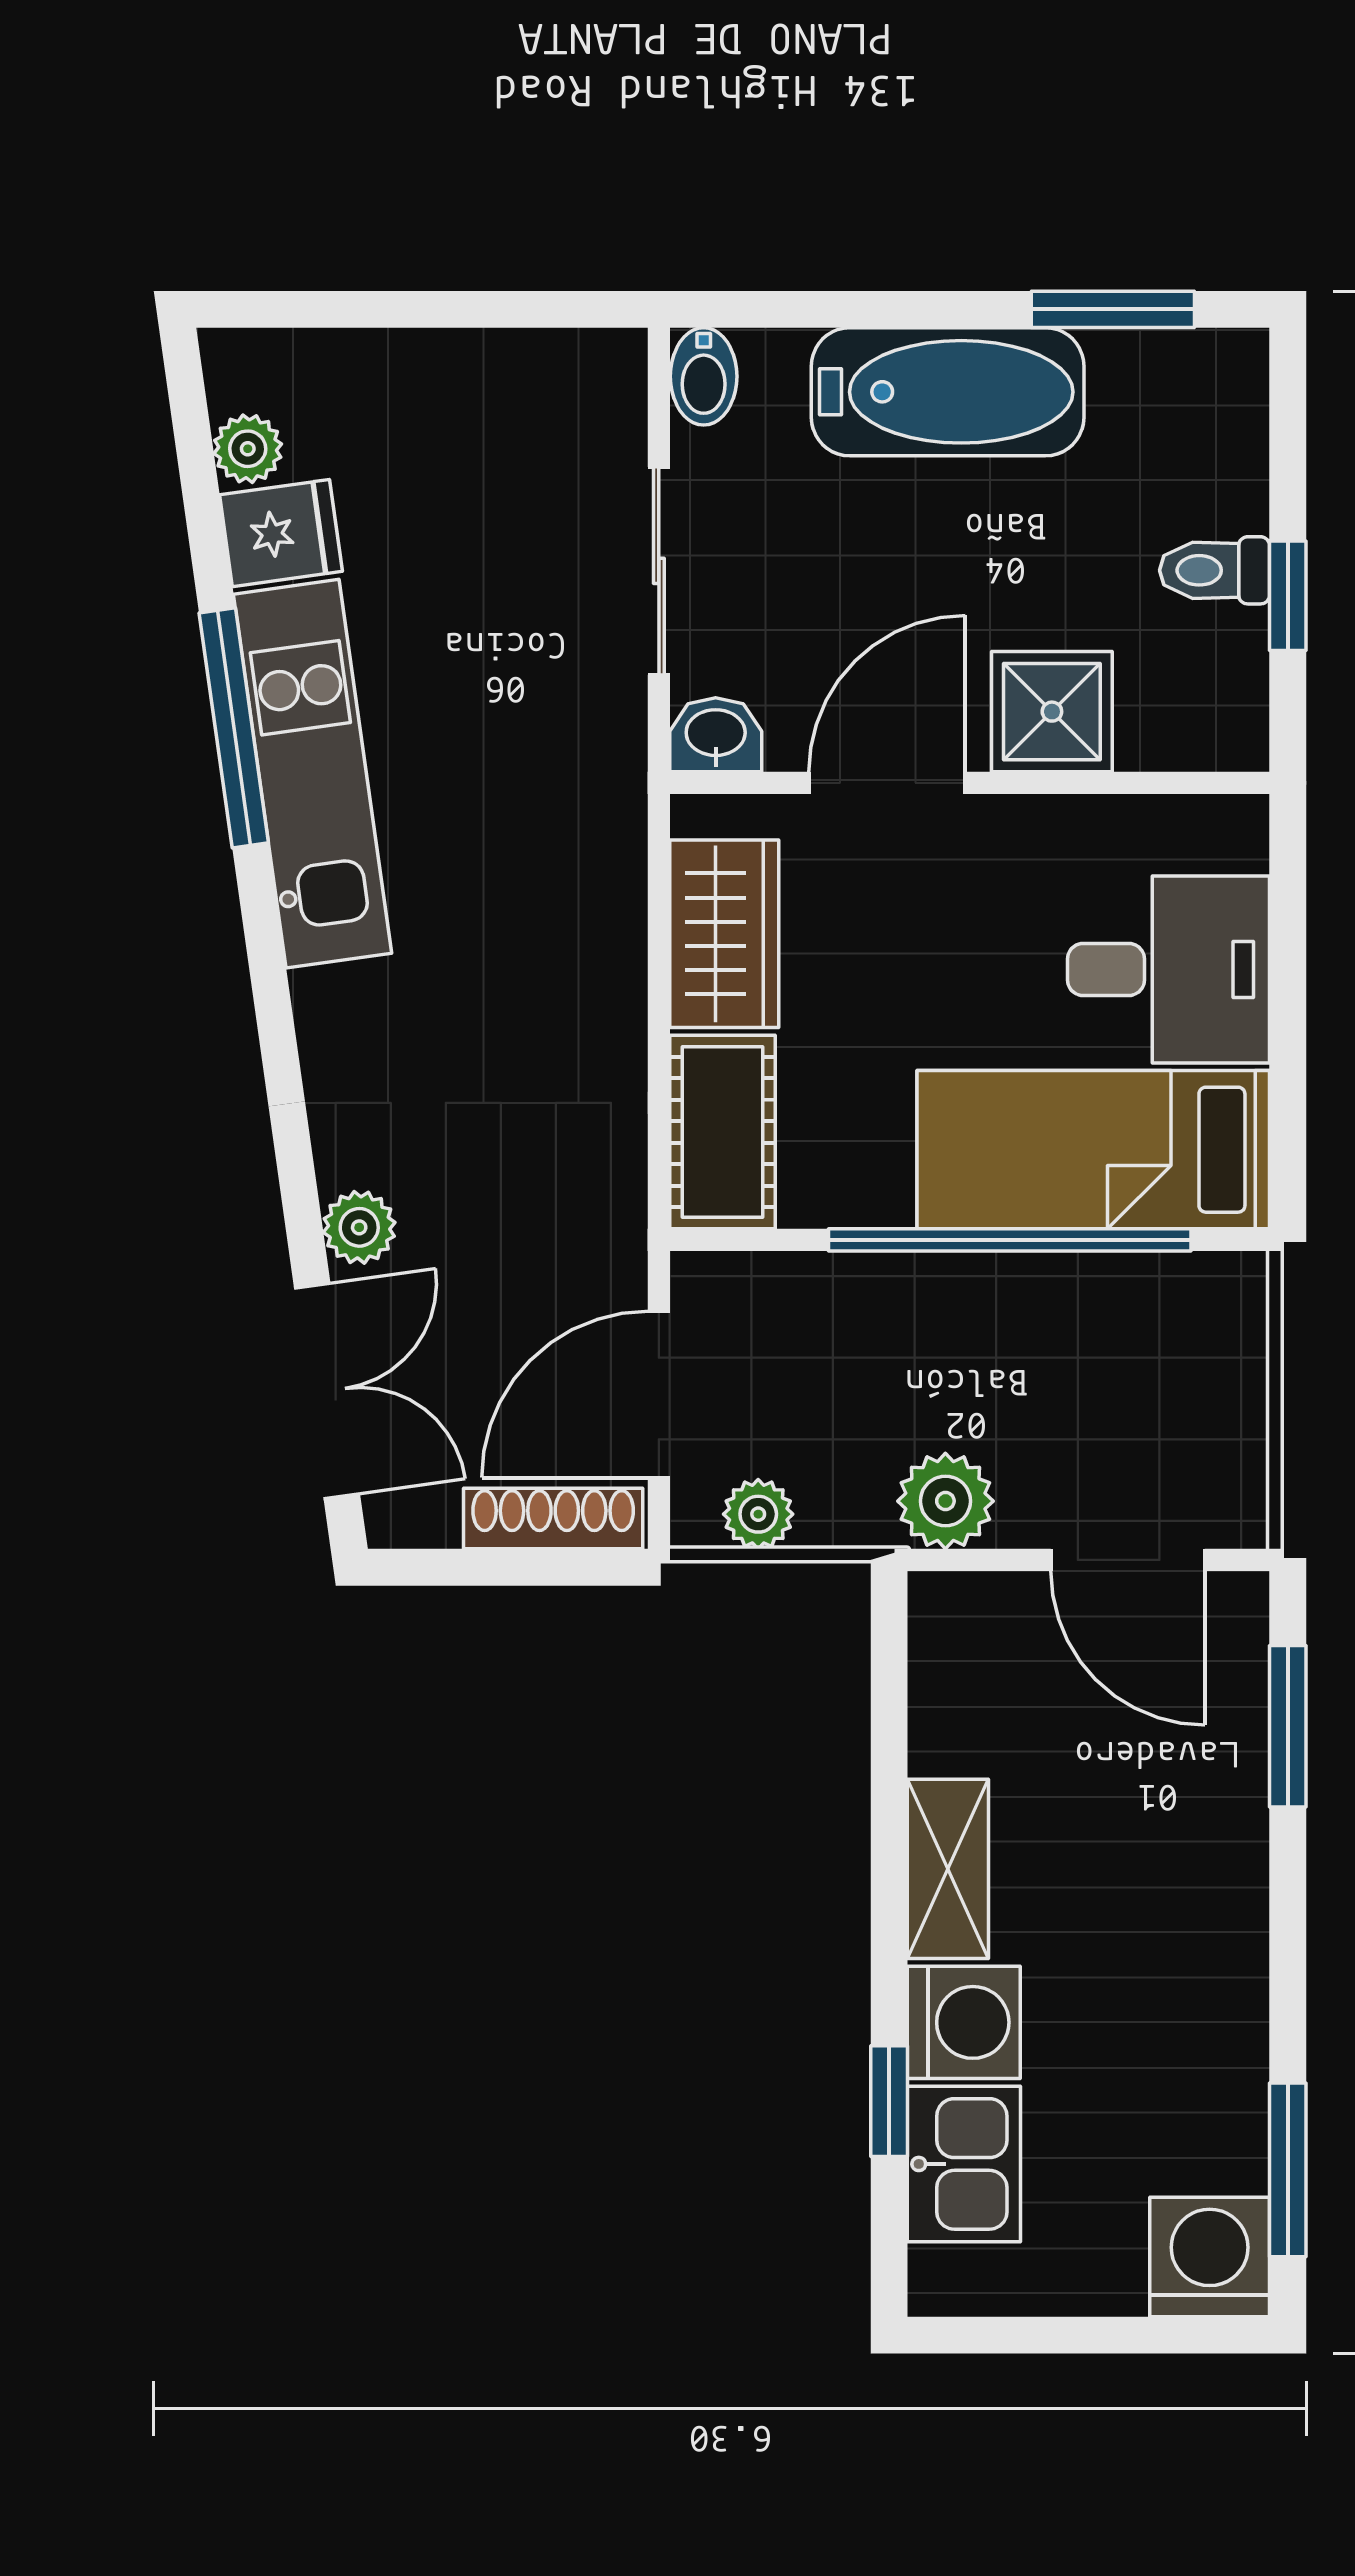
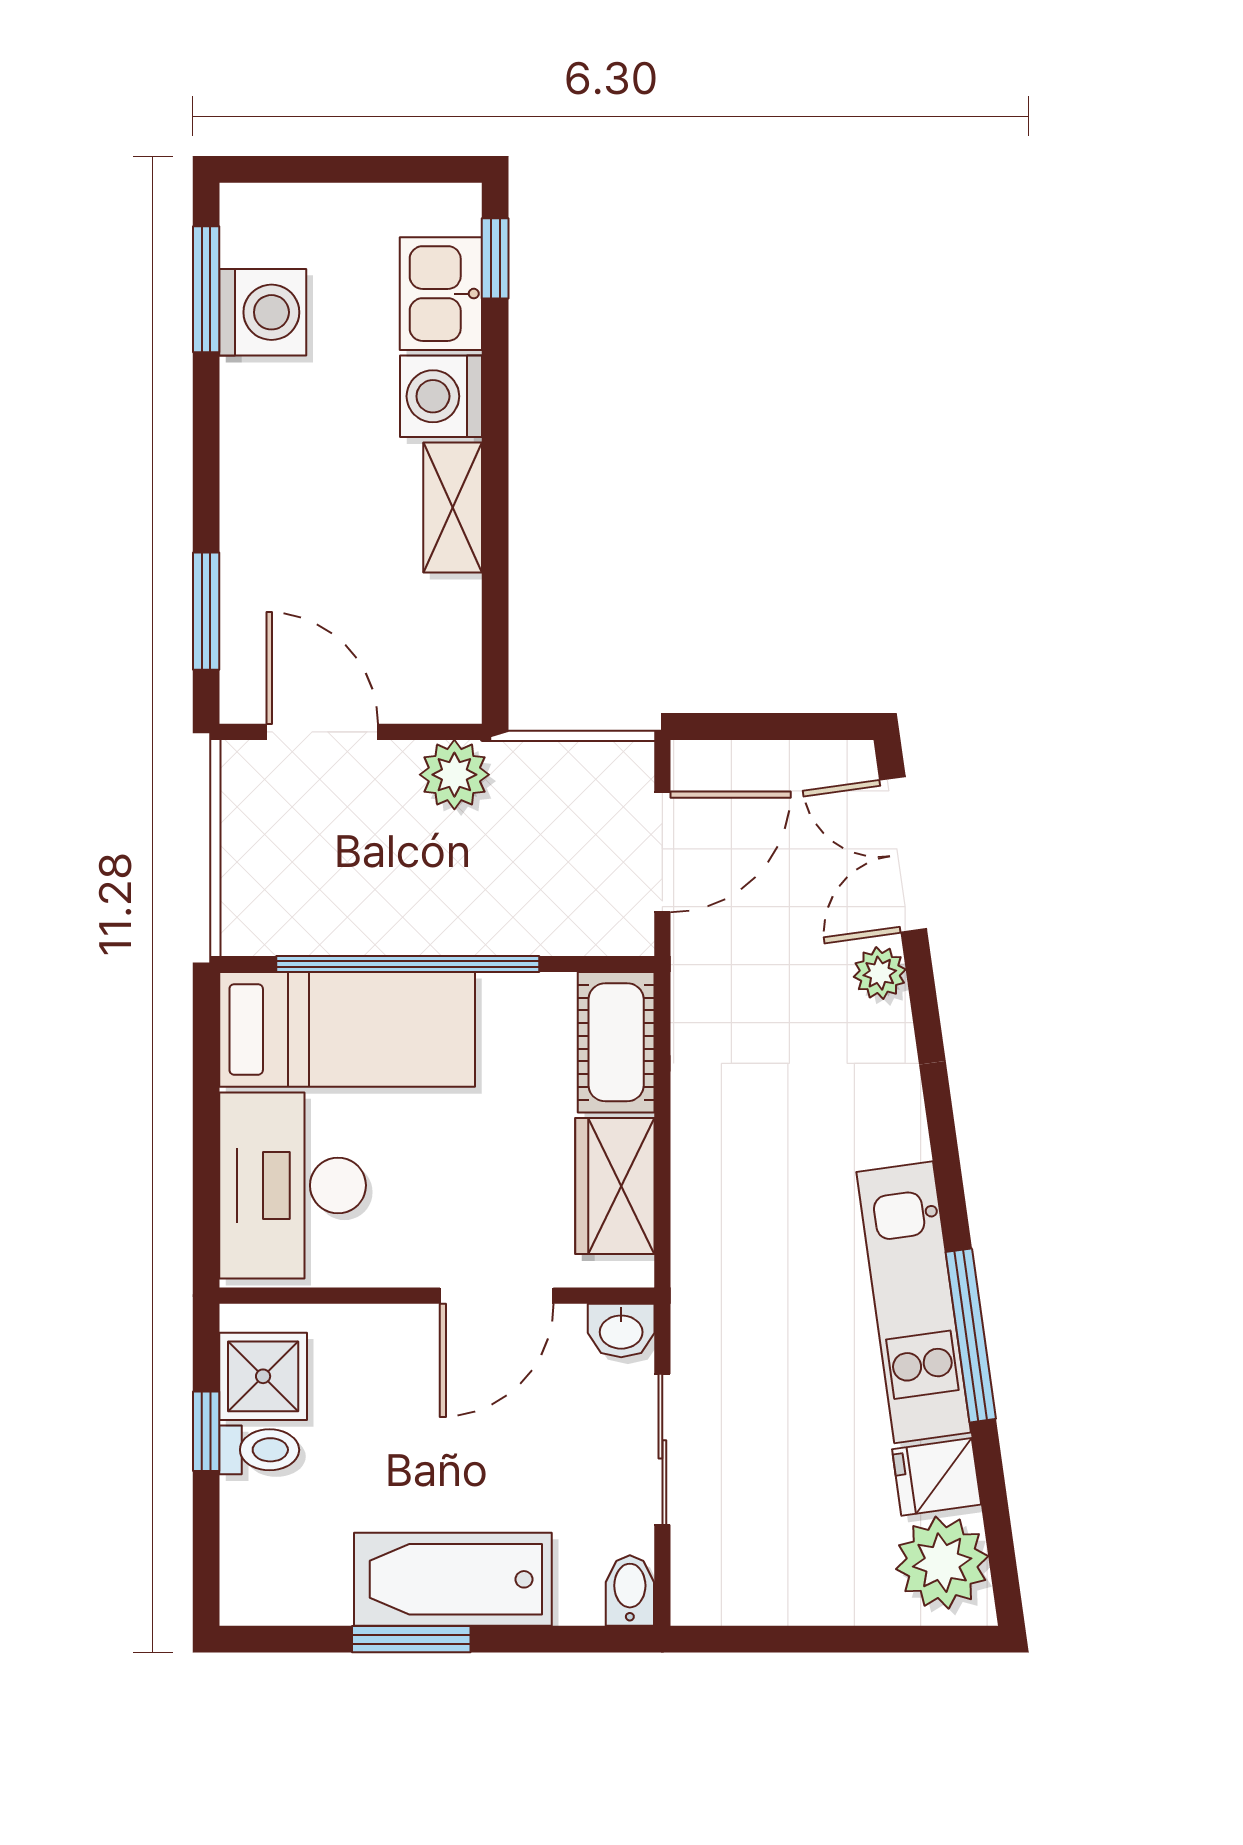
window: (1113, 309) -> (411, 1639), moved
plant: (248, 449) -> (942, 1563), width x1.88, depth x1.88
shower: (1052, 712) -> (263, 1376), moved
desk: (1169, 969) -> (293, 1185), width x1.37
plant: (758, 1514) -> (590, 765), removed
shoe rack: (553, 1519) -> (739, 762), removed
window: (889, 2101) -> (495, 258), moved
washing machine: (1210, 2257) -> (263, 312), moved, turned -90

